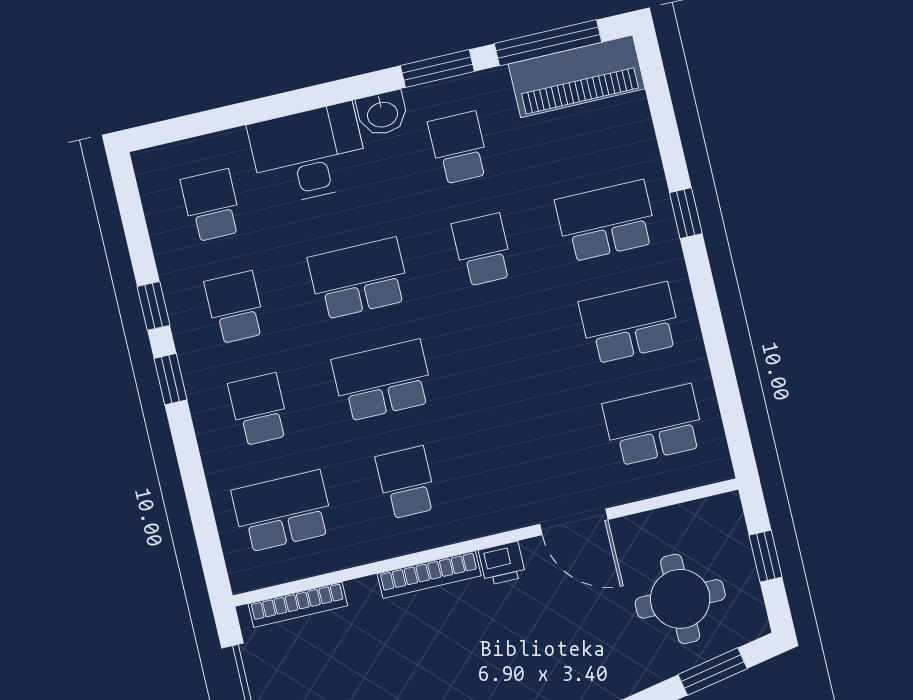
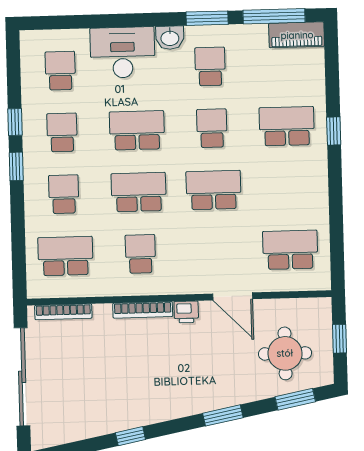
piano: (577, 76) -> (297, 35), width x0.73, depth x0.75
school desk: (630, 323) -> (214, 190), moved

